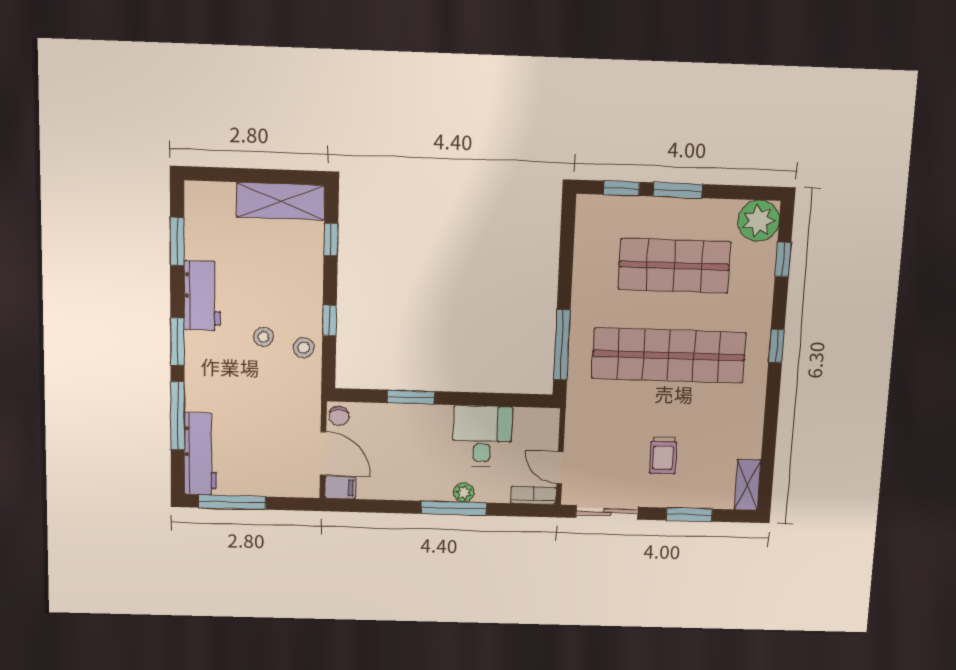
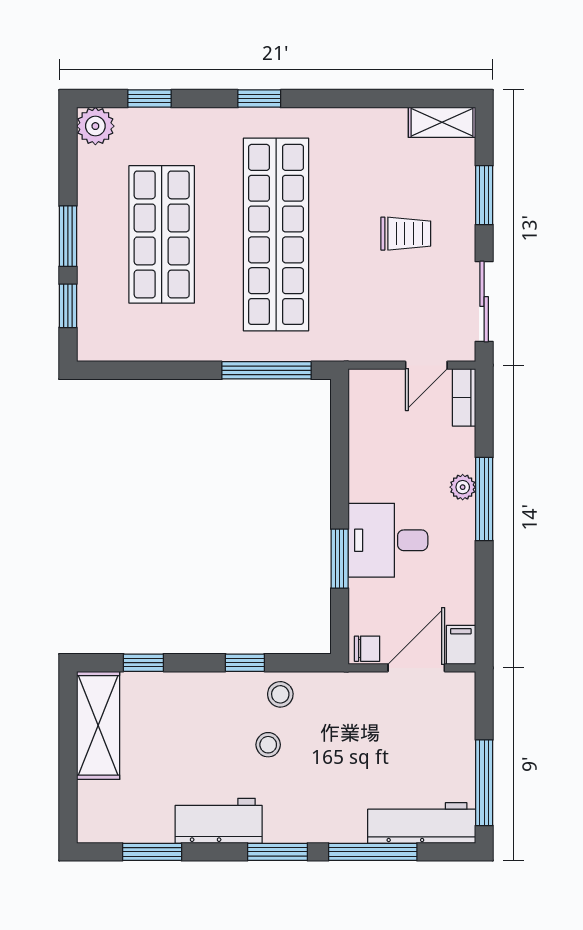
plant: (759, 221) -> (95, 126), width x0.73, depth x0.73
desk: (482, 436) -> (388, 540), moved

